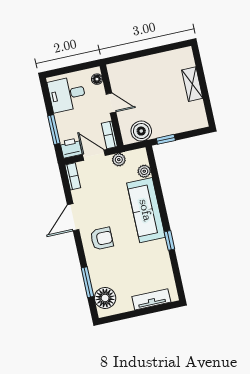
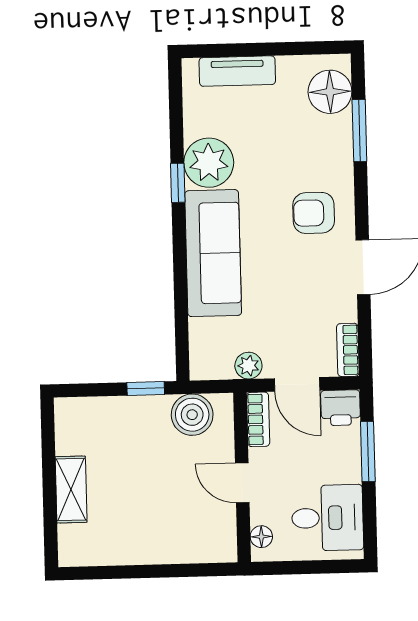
plant: (144, 171) -> (209, 163), moved, width x1.88, depth x1.88

